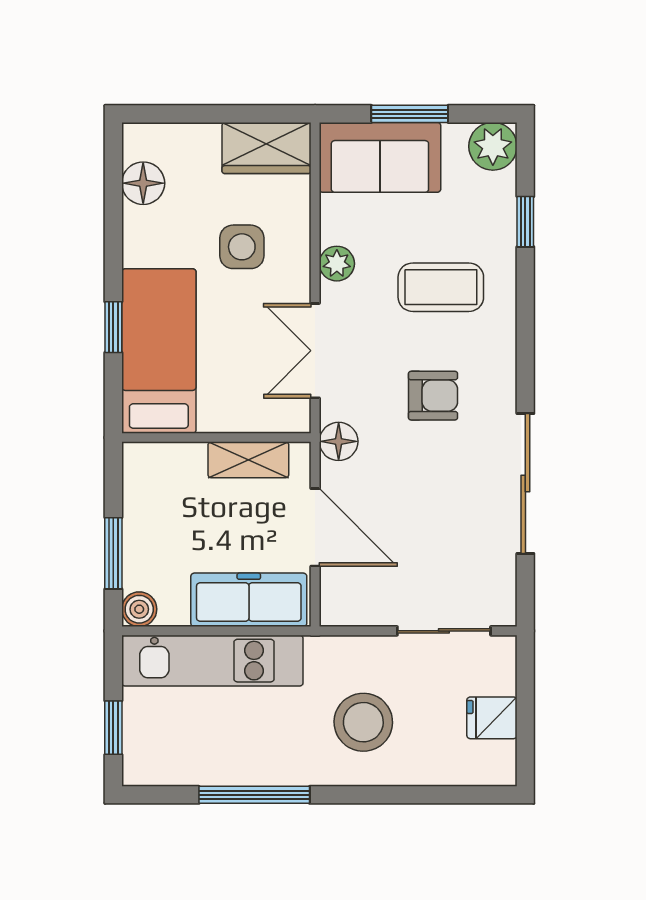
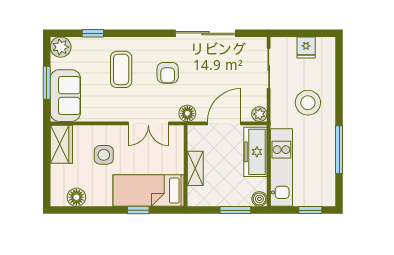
plant: (337, 264) -> (259, 114), moved
armchair: (433, 396) -> (168, 73), turned 180
shelving: (248, 460) -> (195, 168), moved

